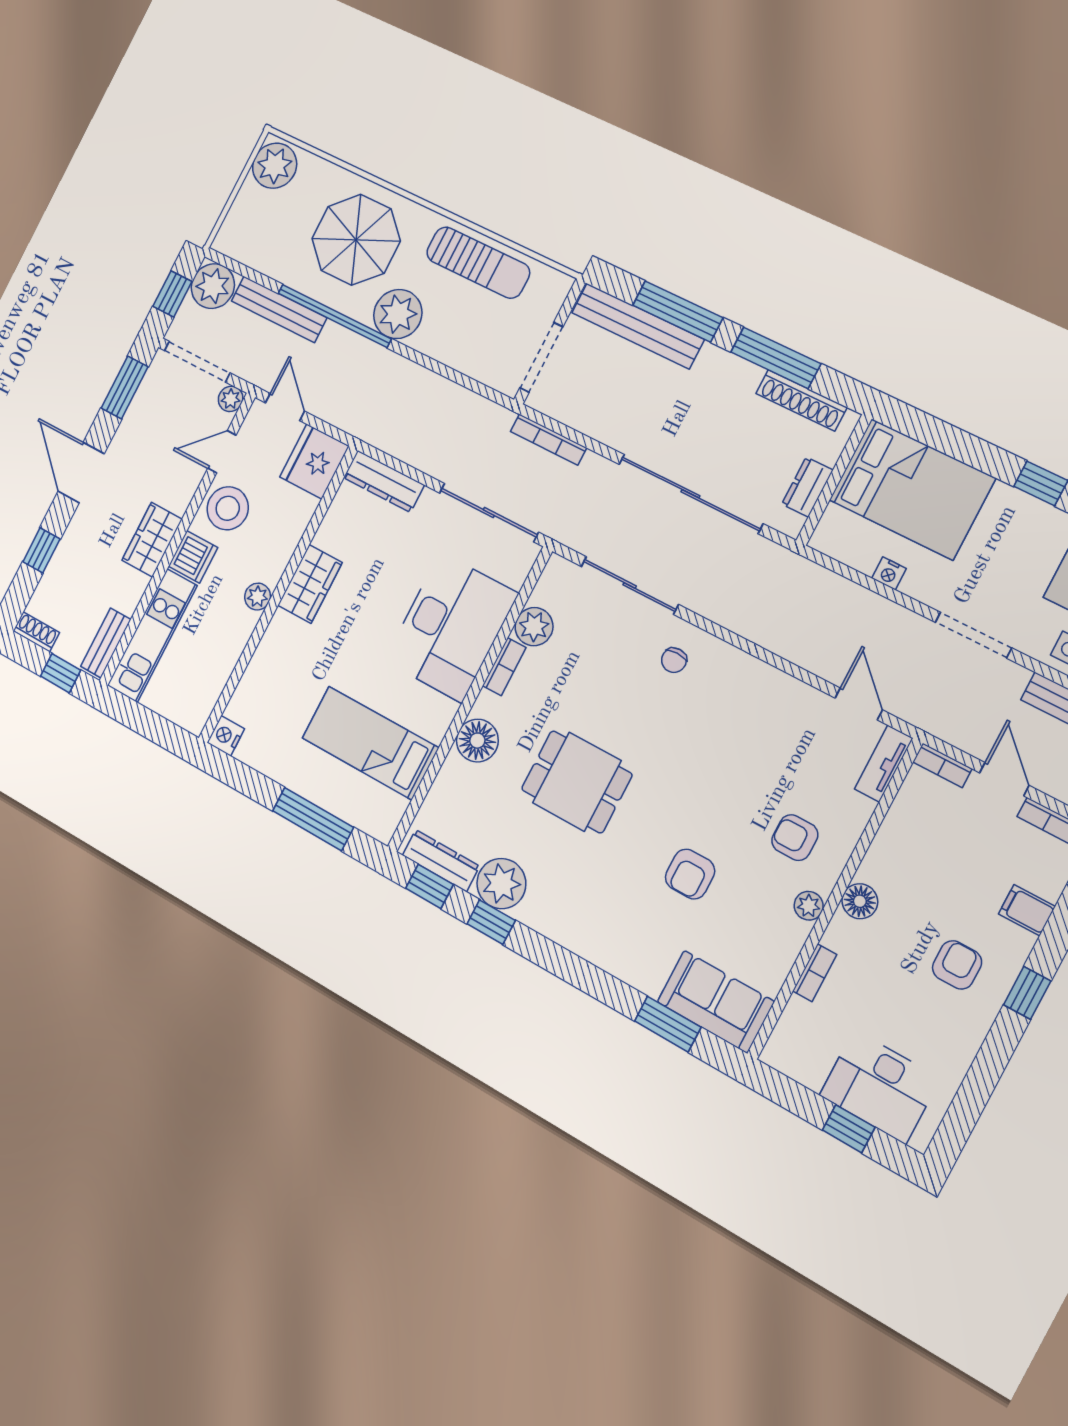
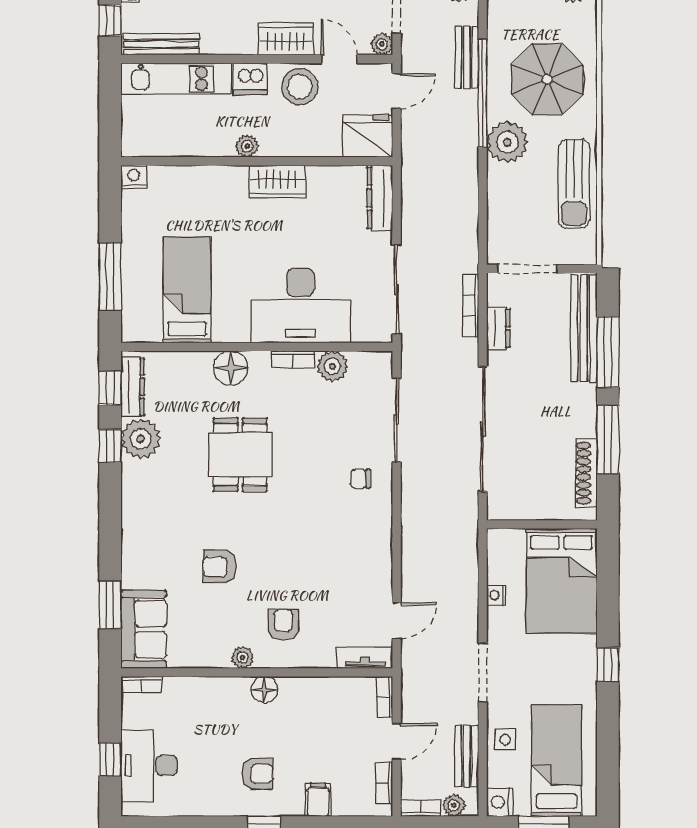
bench: (279, 309) -> (467, 57), width x0.73
dresser: (807, 487) -> (498, 328), moved, turned 90
wardrobe: (152, 540) -> (286, 39), moved
bench: (106, 643) -> (161, 44), width x1.36
bookcase: (815, 973) -> (141, 685), moved

